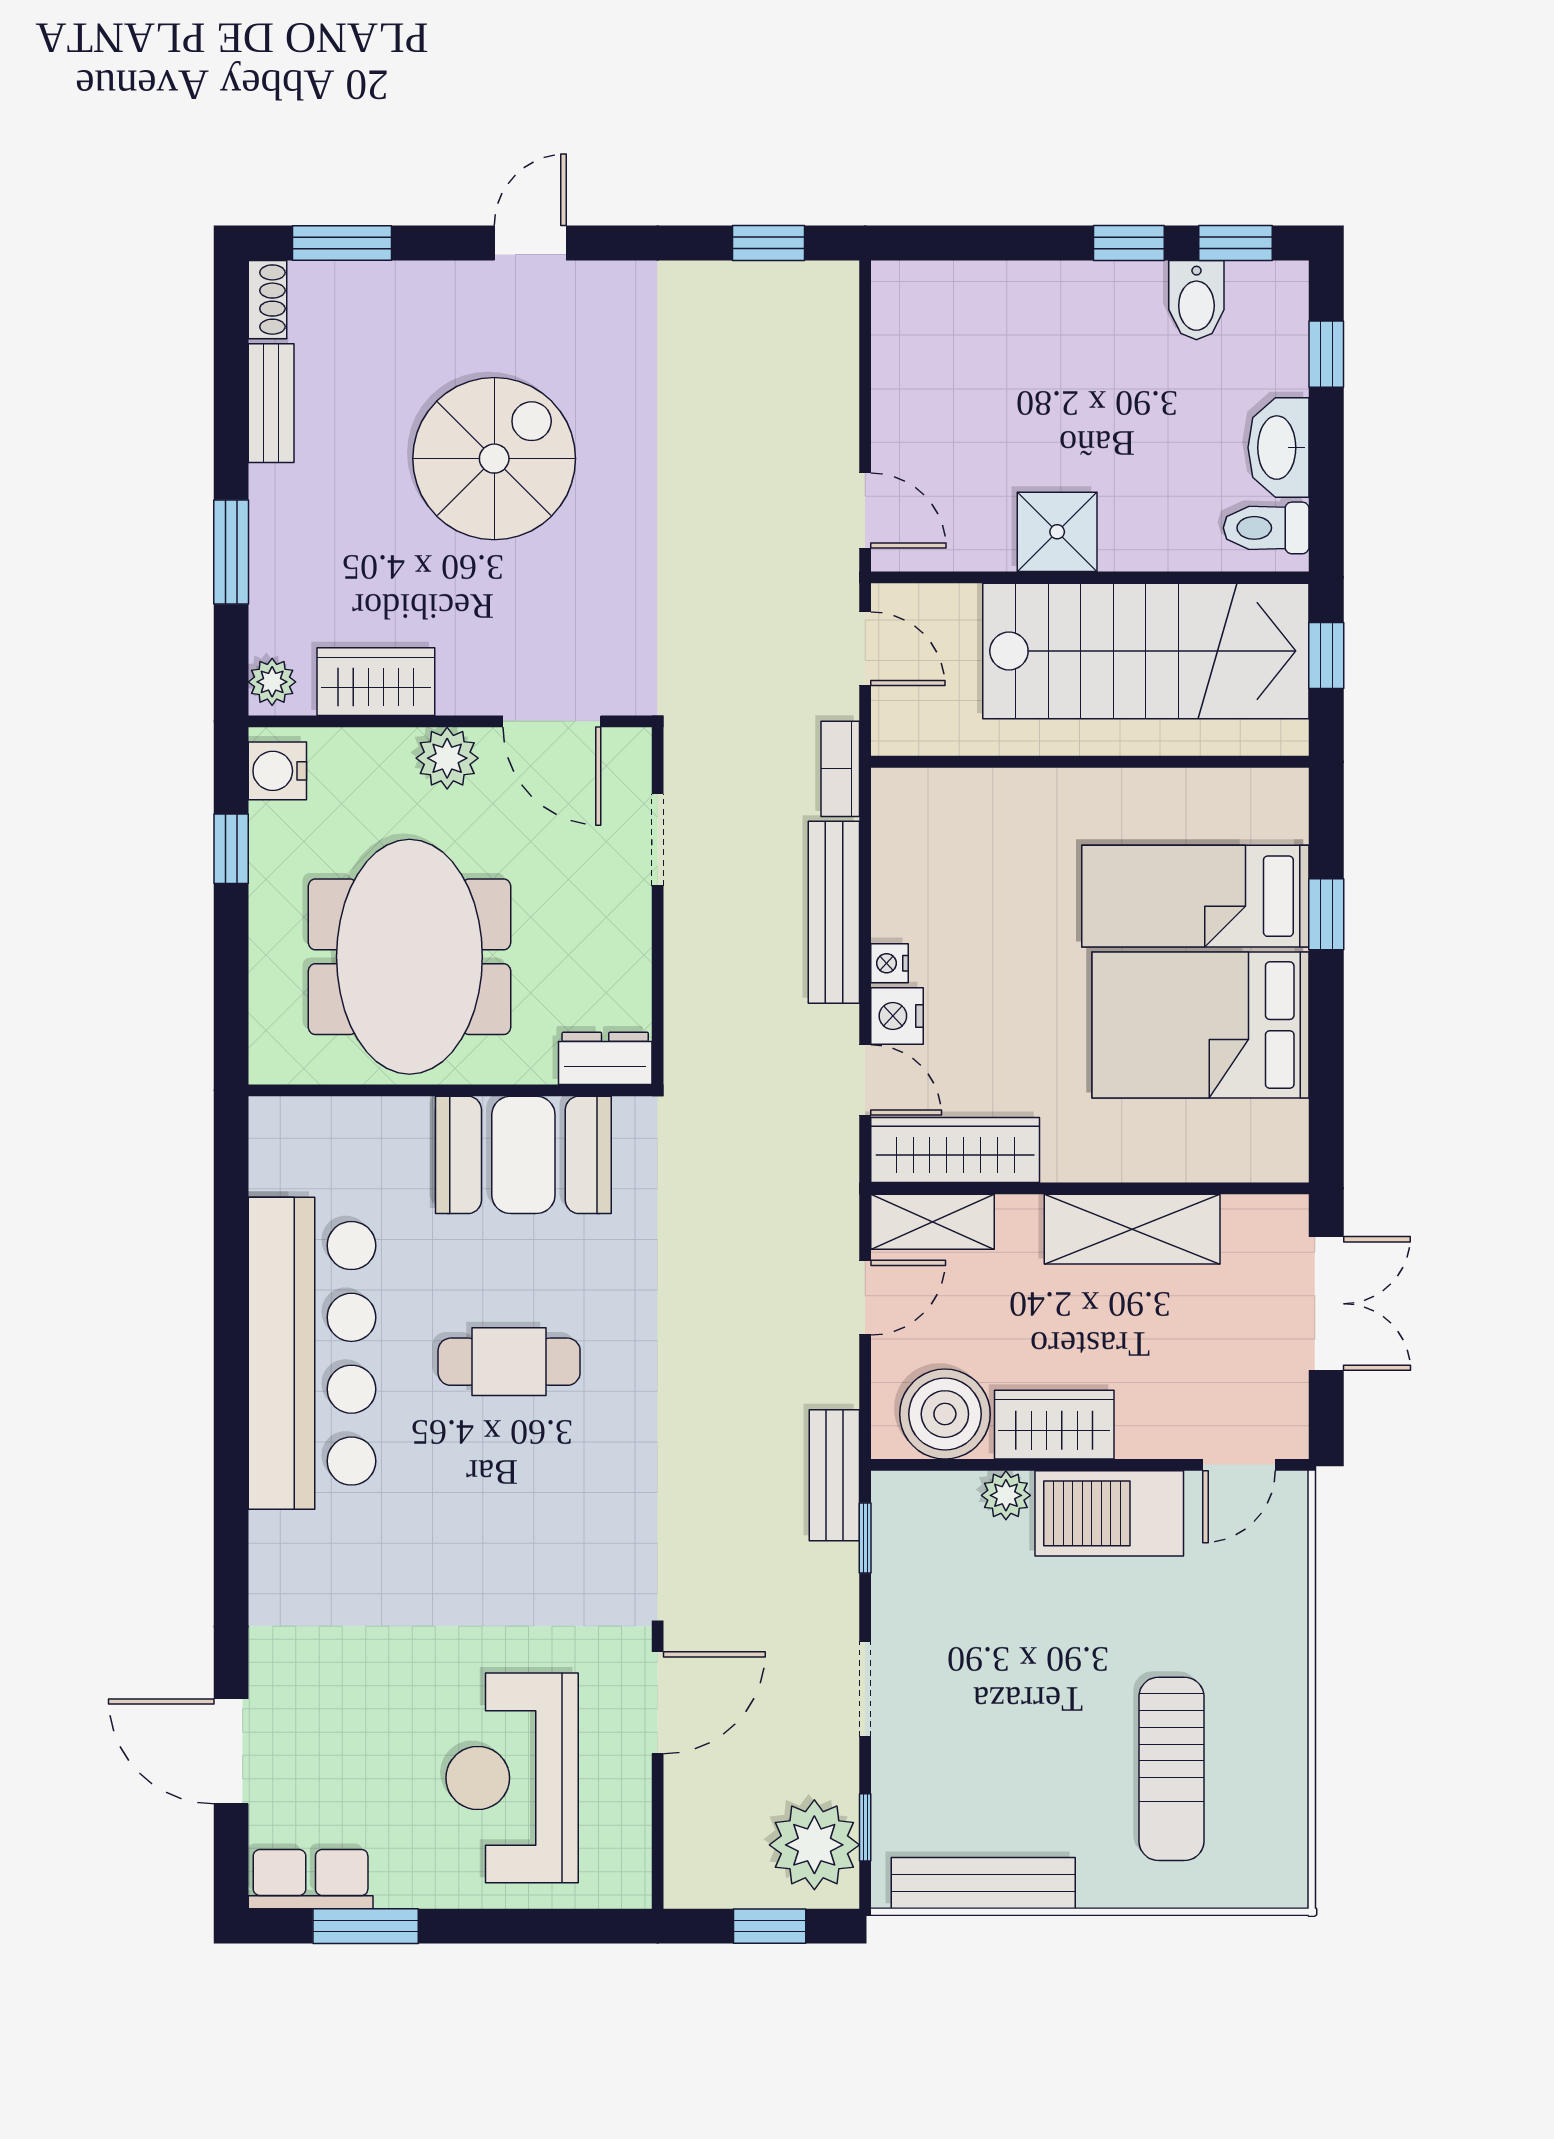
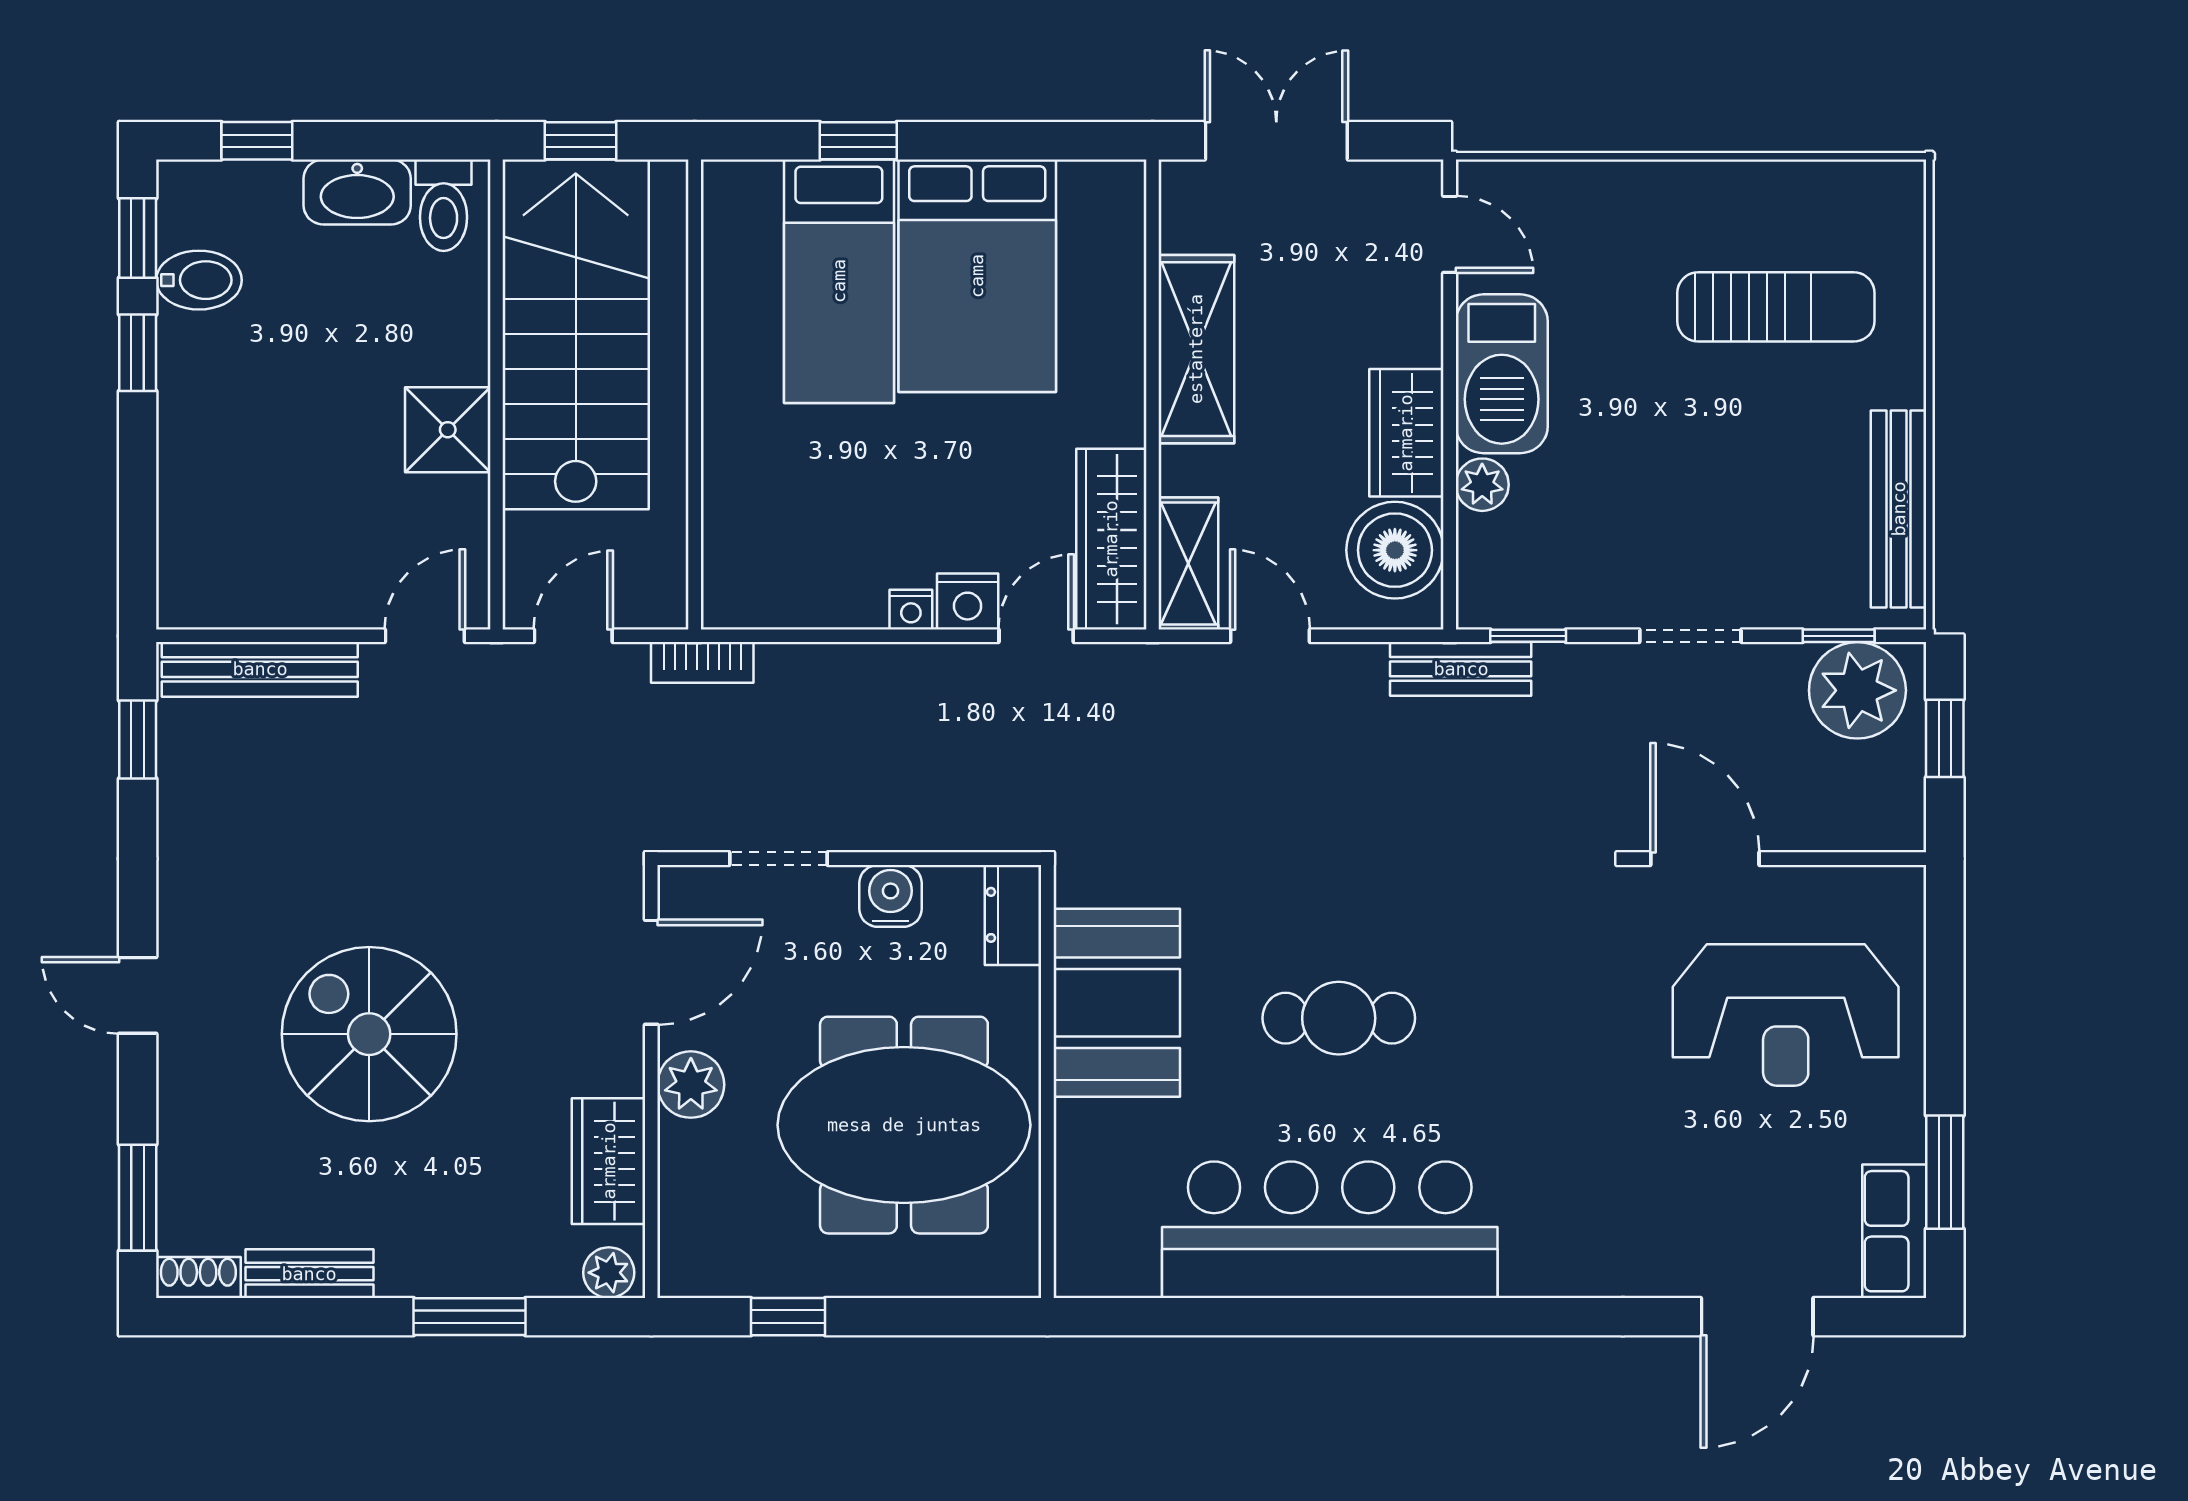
water cooler: (277, 771) -> (891, 896), moved, turned 180
bench: (834, 912) -> (260, 669), moved
cafe table: (509, 1362) -> (1339, 1018), turned 90

